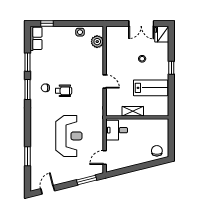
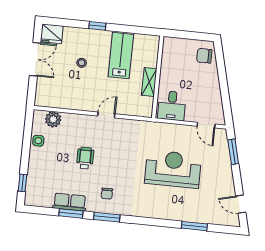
row of seats: (36, 38) -> (70, 202), moved
wheelchair: (64, 91) -> (85, 158), moved

